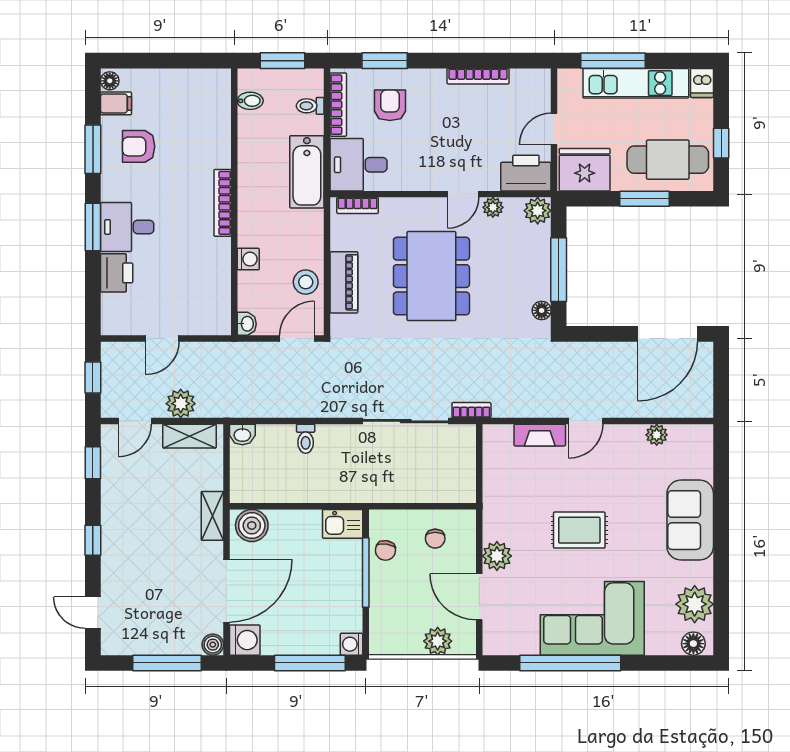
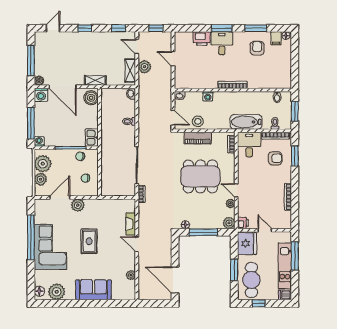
printer: (526, 173) -> (243, 223), width x0.53, depth x0.68
plant: (402, 636) -> (43, 164), added

